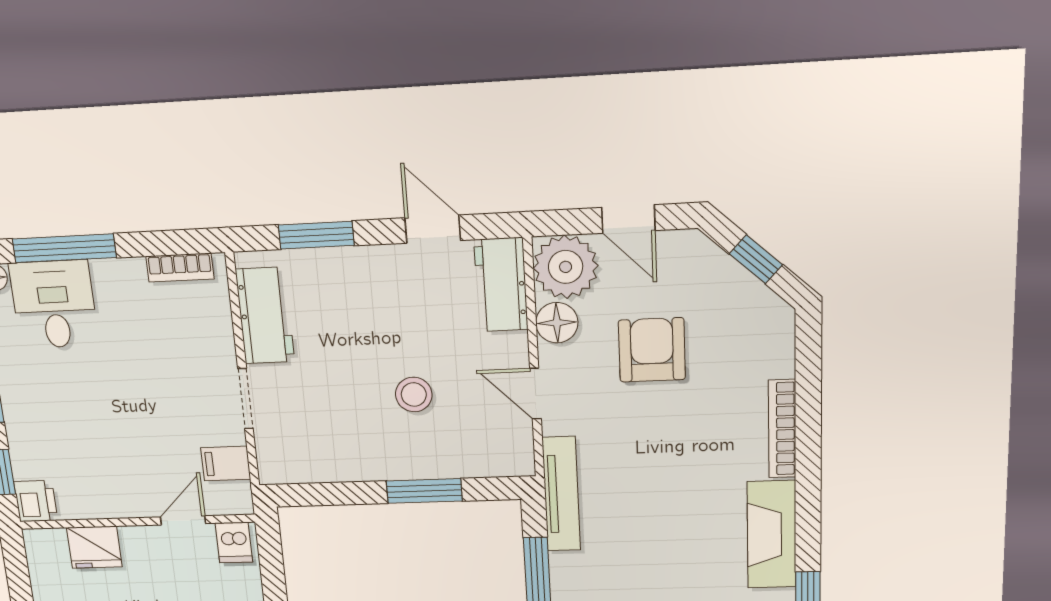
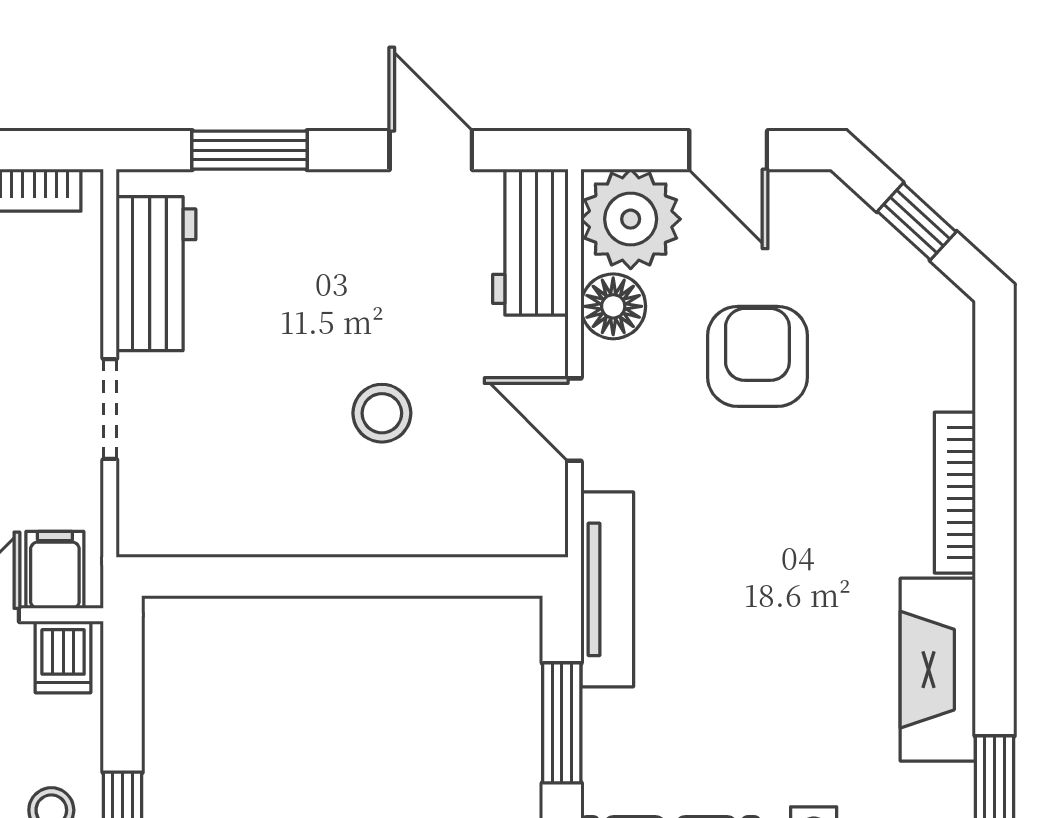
filing cabinet: (226, 463) -> (55, 570), moved, turned 90
window: (424, 491) -> (387, 577), removed

